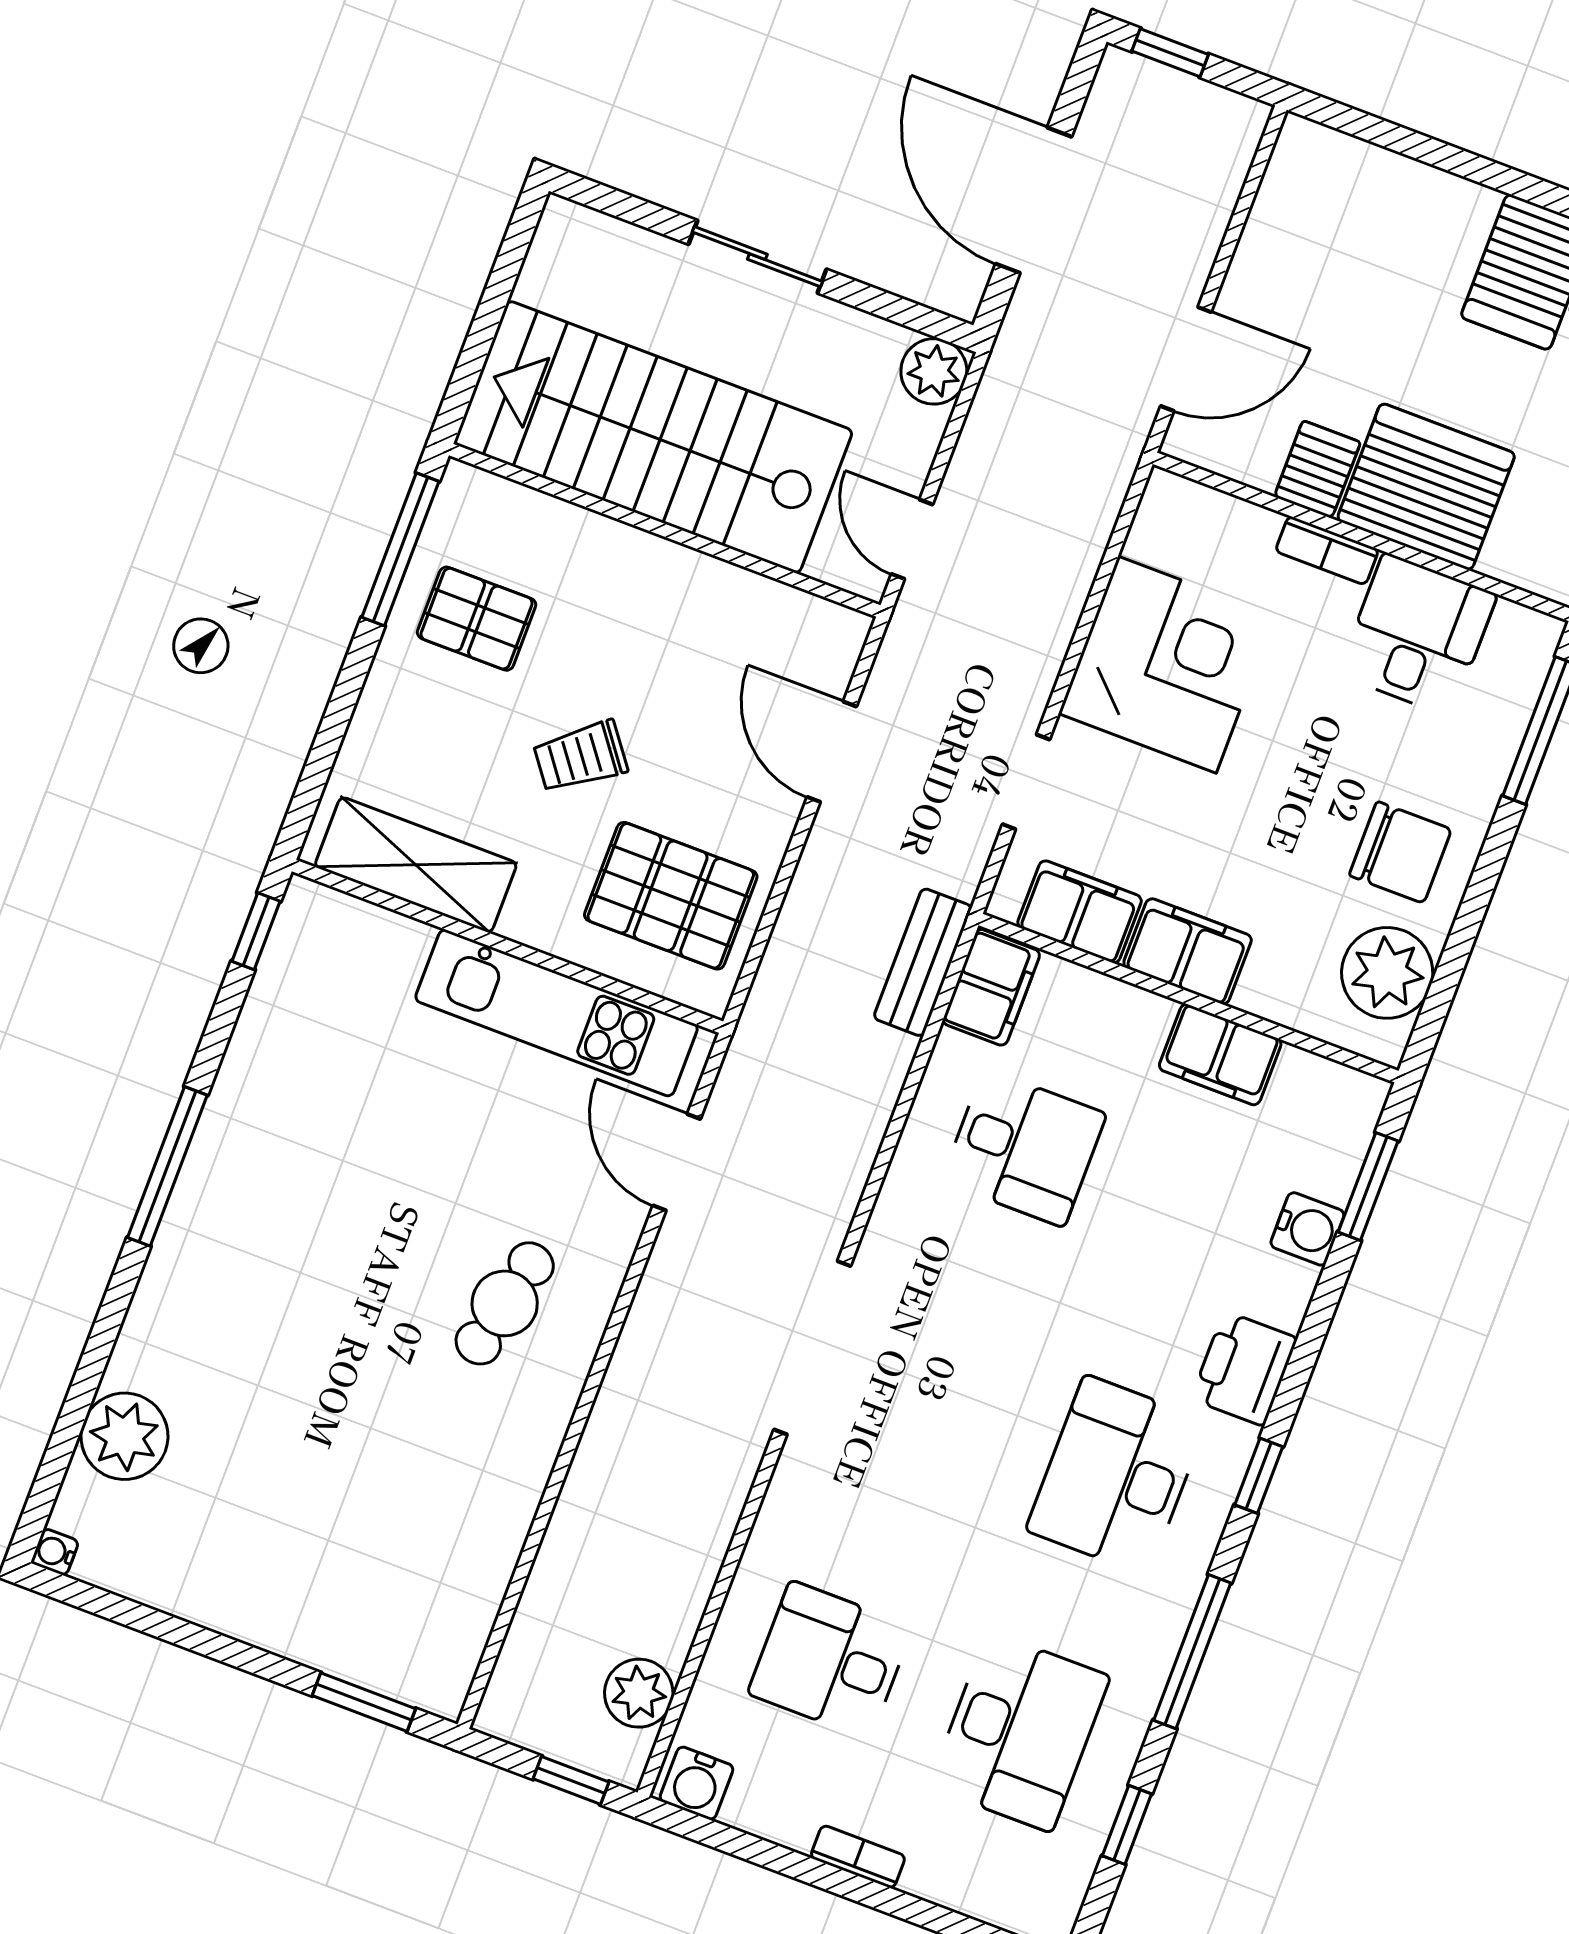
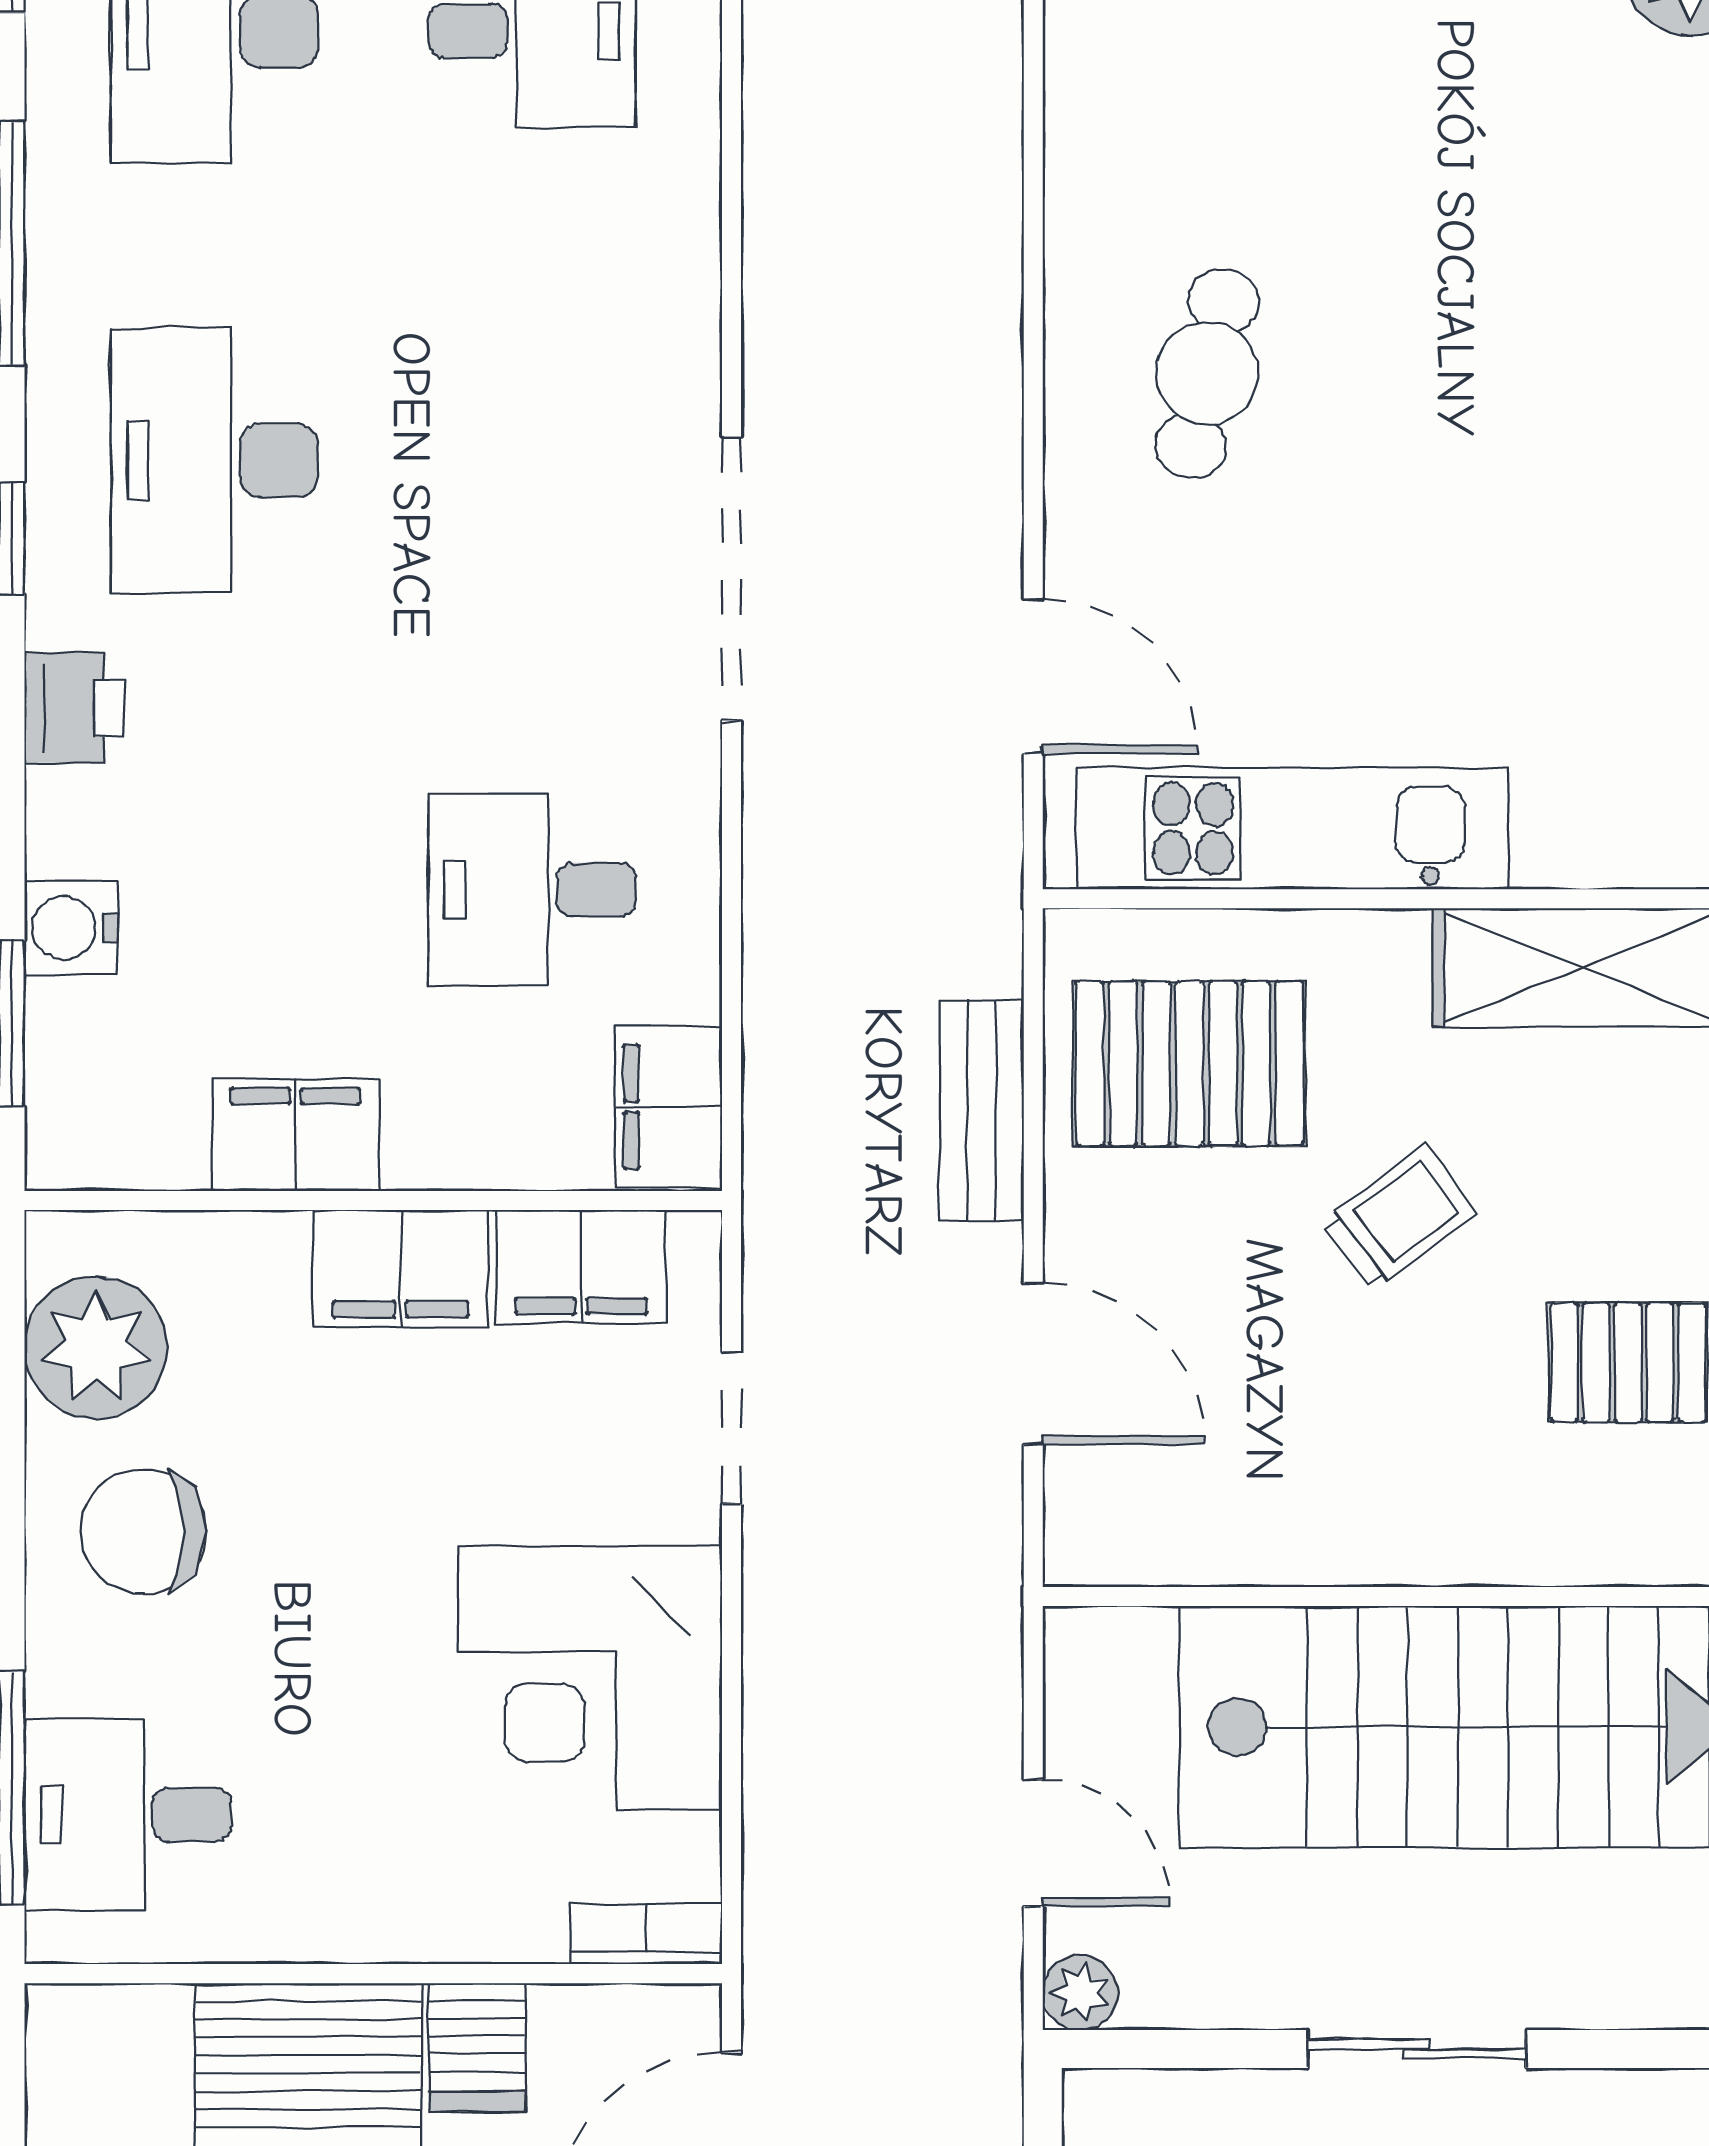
plant: (934, 371) -> (1080, 1993), width x0.73, depth x0.73
door: (912, 539) -> (1033, 1843), moved
bookcase: (1327, 550) -> (646, 1934), moved
desk: (1417, 634) -> (128, 1815), moved, turned 90
bench: (923, 962) -> (982, 1111), moved
doorway: (812, 1348) -> (732, 579), moved
printer: (1244, 1369) -> (74, 708), width x0.73, depth x0.81
desk: (1116, 1475) -> (215, 460), turned 180

